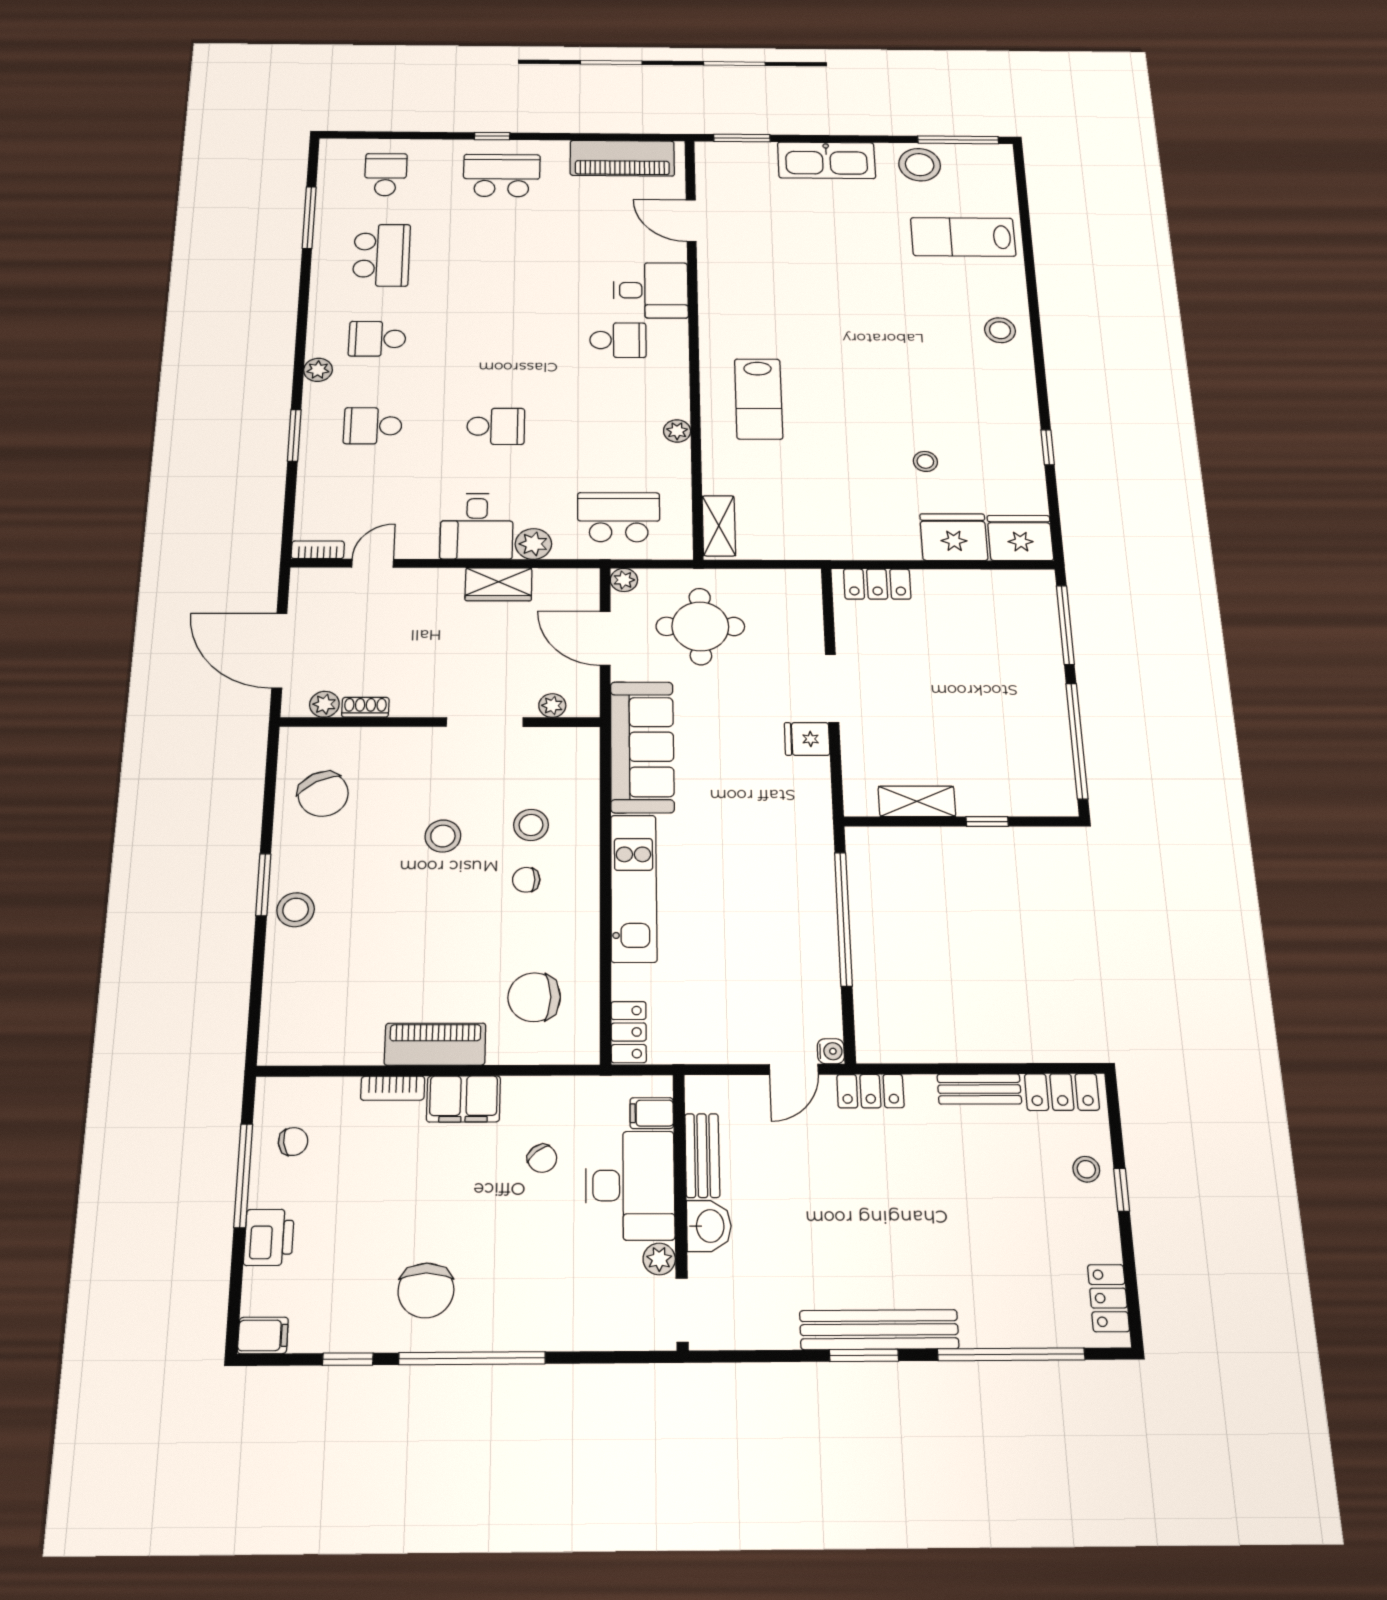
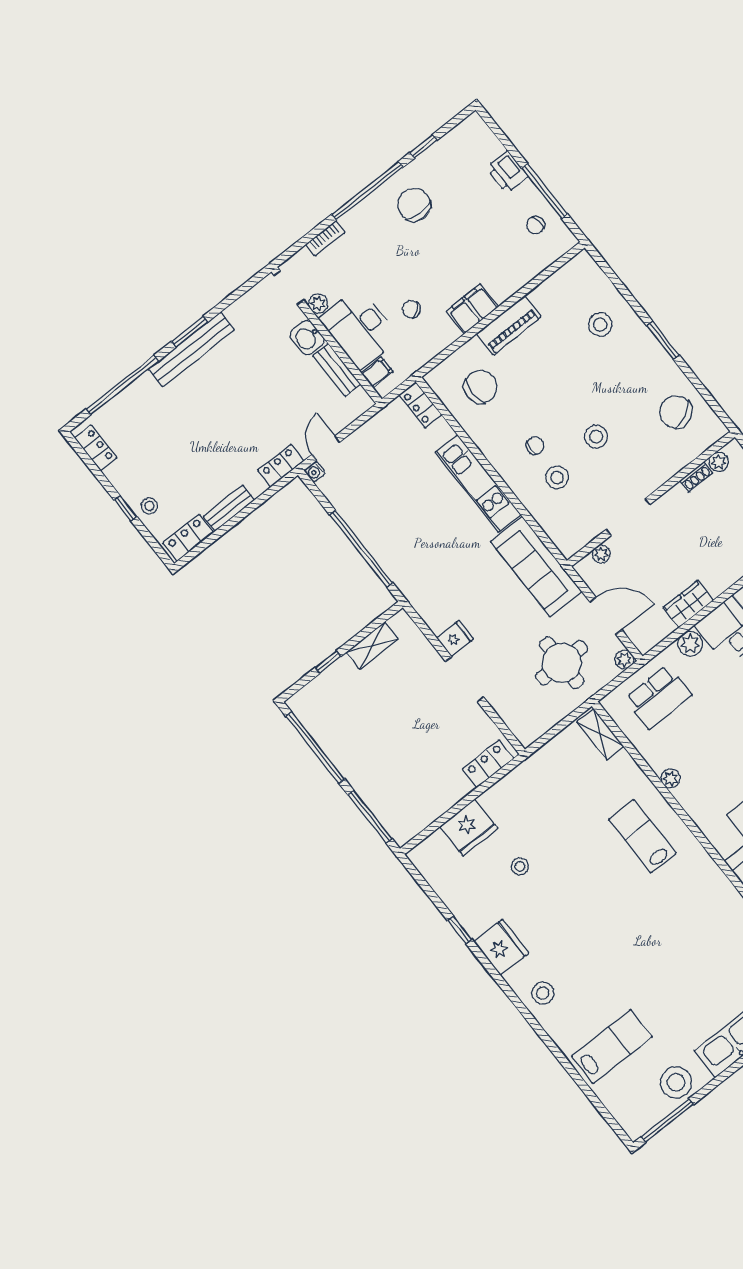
fridge: (1020, 538) -> (501, 947), moved, turned -90
stool: (296, 910) -> (600, 325), moved
bookcase: (393, 1088) -> (325, 238), moved, turned 180
filing cabinet: (263, 1335) -> (471, 127), removed

